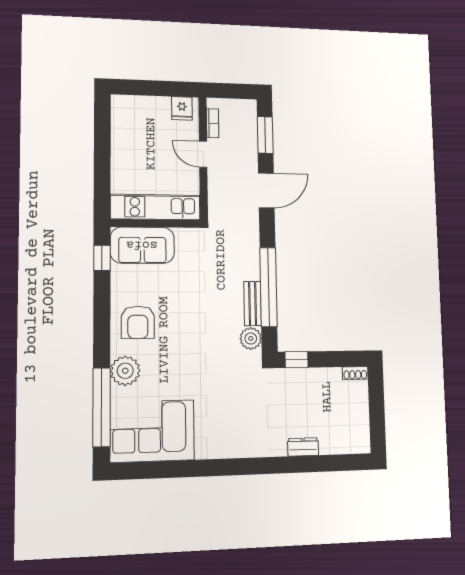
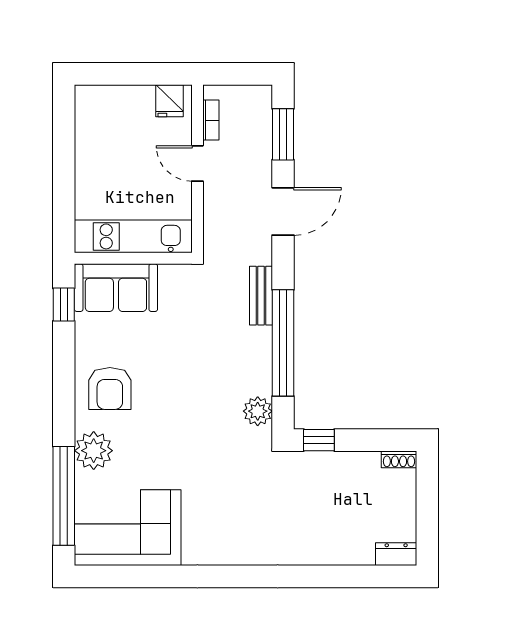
bench: (253, 304) -> (261, 296), moved
dresser: (303, 447) -> (396, 554), moved

